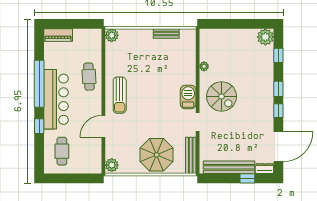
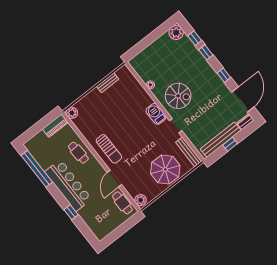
piano: (58, 35) -> (55, 126), moved
window: (39, 84) -> (37, 169), moved
window: (278, 89) -> (206, 52), moved
cafe table: (62, 151) -> (122, 203), moved
window: (247, 178) -> (230, 144), moved

